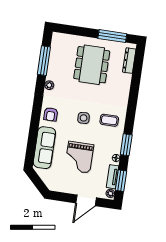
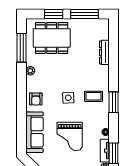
window: (81, 31) -> (54, 14), added
dresser: (129, 61) -> (104, 52), moved
dining table: (92, 65) -> (52, 38), moved, turned 90
window: (126, 145) -> (114, 102), moved

